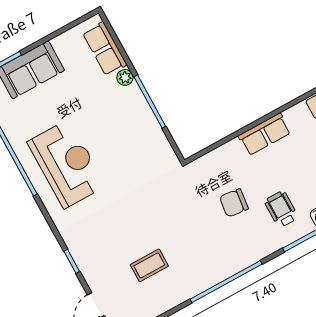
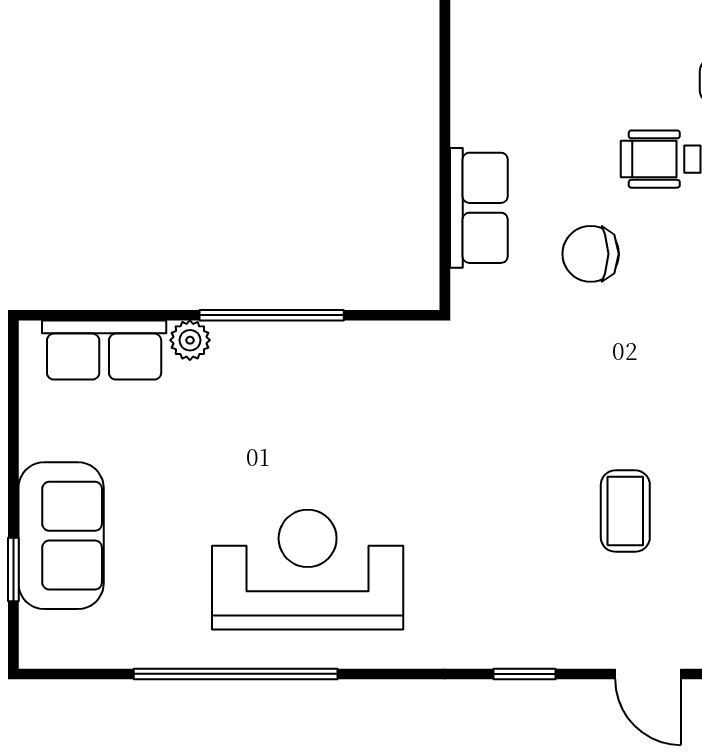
row of seats: (265, 134) -> (479, 208), moved
chair: (234, 203) -> (591, 254), turned 83

